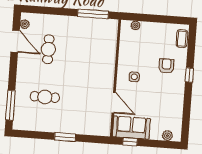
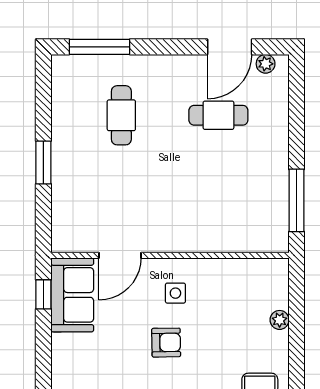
plant: (135, 25) -> (280, 320), moved
armchair: (166, 66) -> (166, 343), moved
plant: (167, 136) -> (61, 369), removed

